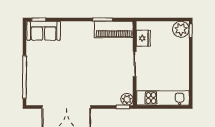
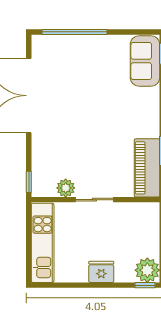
fridge: (143, 38) -> (101, 272), moved, turned 180
plant: (127, 99) -> (66, 188), moved

